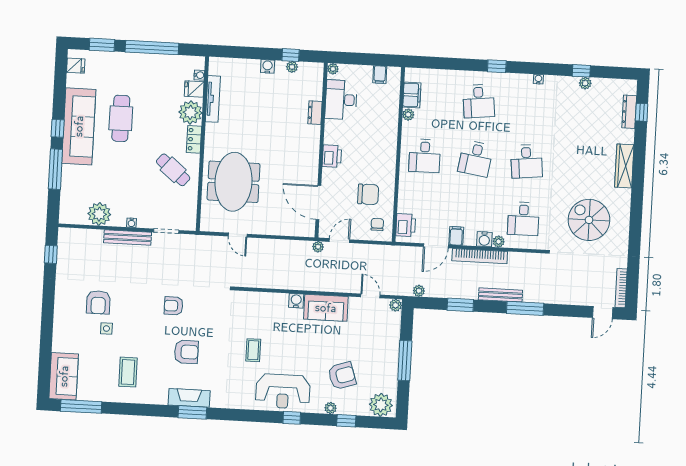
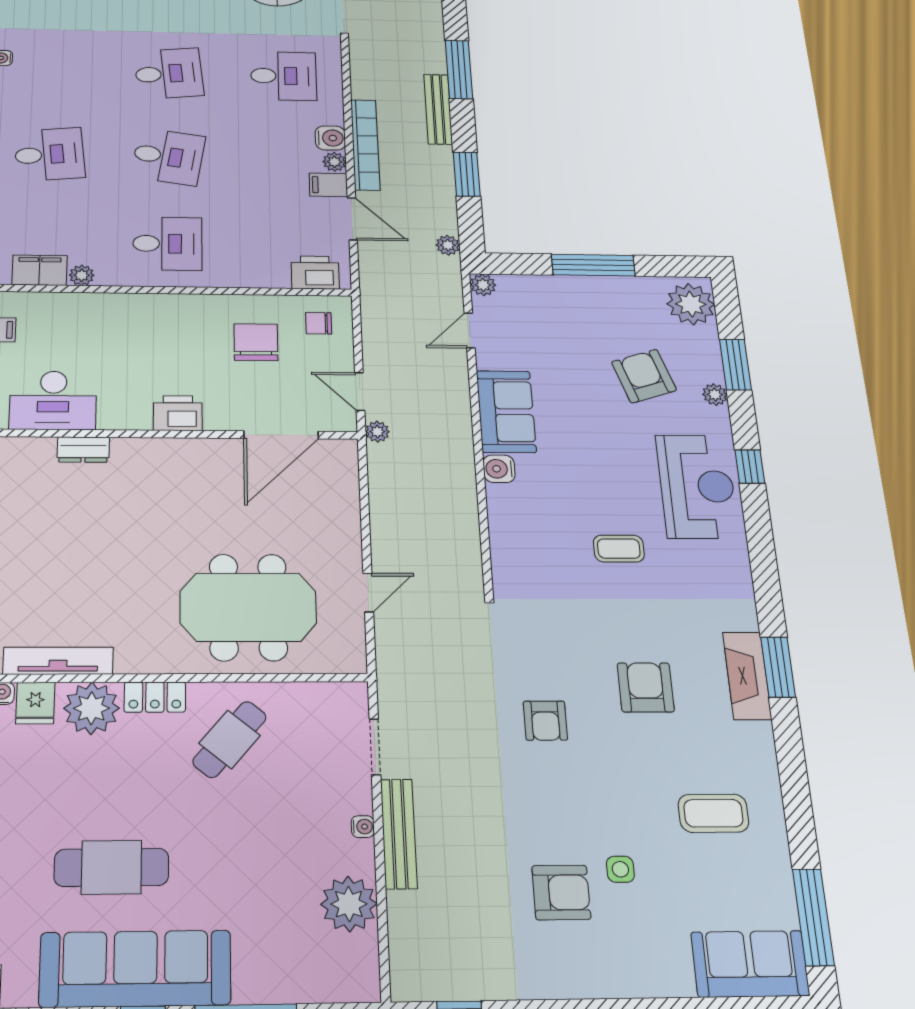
plant: (499, 242) -> (334, 162), moved
window: (346, 421) -> (735, 365), width x1.50

